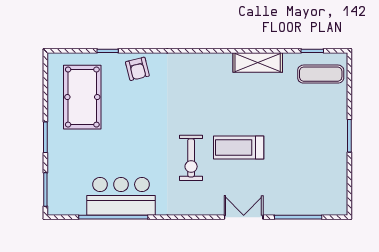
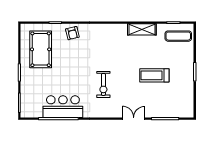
treadmill: (239, 148) -> (154, 75), moved

